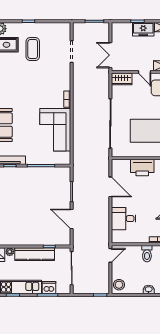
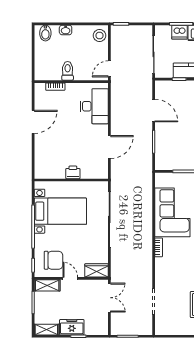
printer: (142, 168) -> (73, 172), width x0.53, depth x0.68
door: (110, 187) -> (109, 147), swing flipped
desk: (124, 219) -> (94, 106), width x1.37

